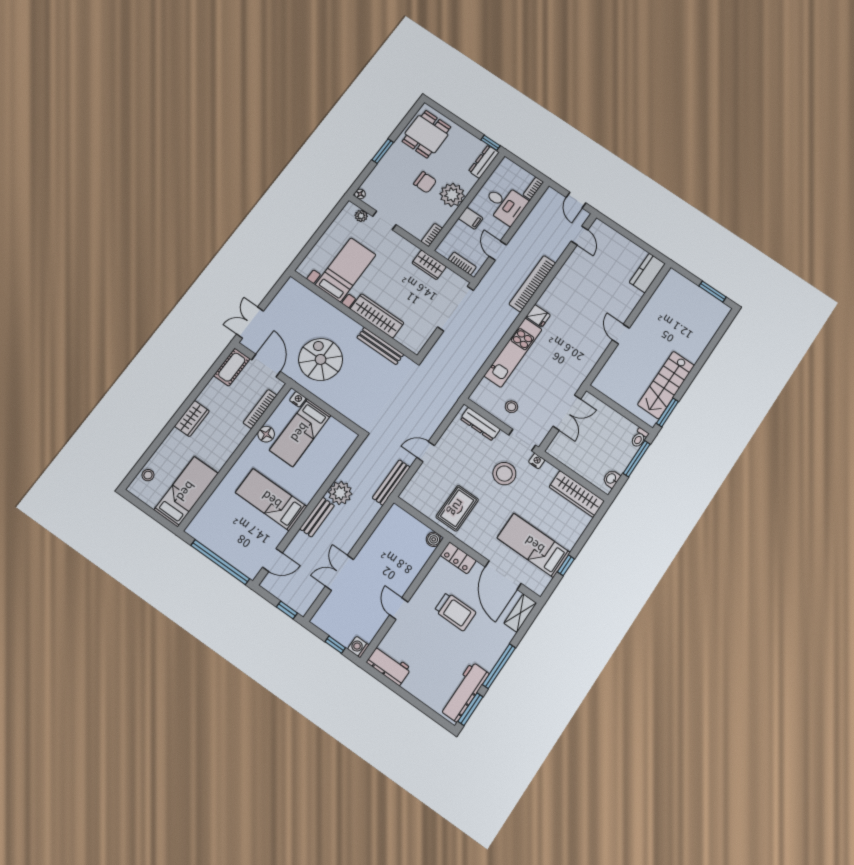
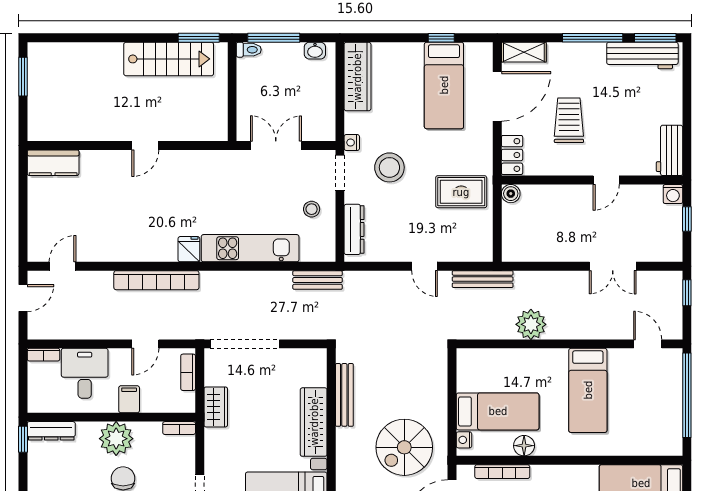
bench: (317, 517) -> (318, 280), moved

